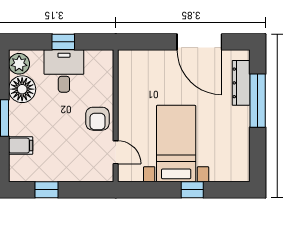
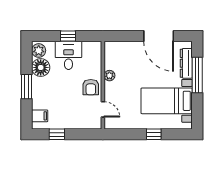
plant: (126, 101) -> (109, 76), added
bed with nightstands: (176, 144) -> (167, 101), moved, turned -90
filing cabinet: (21, 146) -> (40, 116), moved

